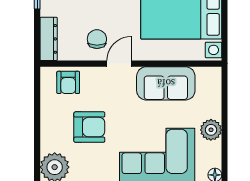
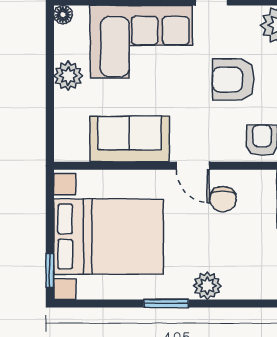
door: (119, 64) -> (193, 166), hinge flipped

